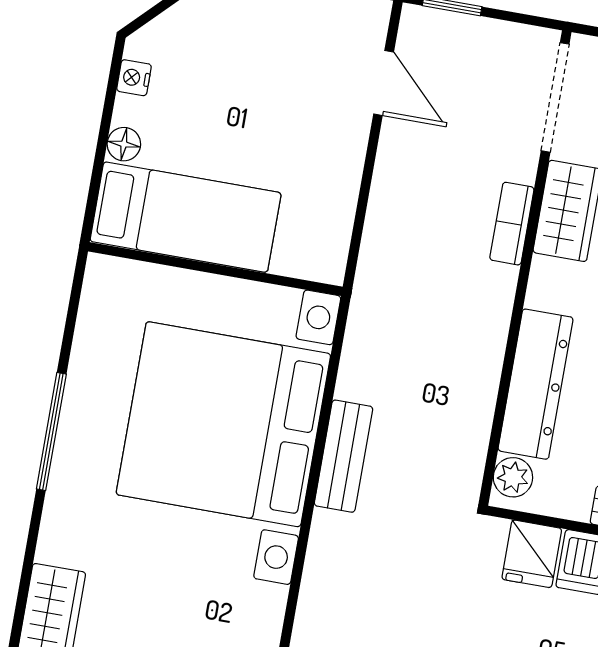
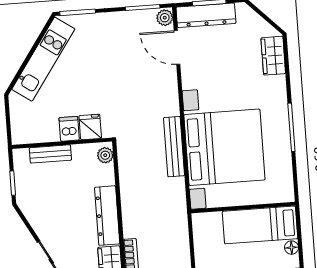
dresser: (536, 384) -> (107, 216), moved
bench: (343, 456) -> (174, 147), width x1.36

